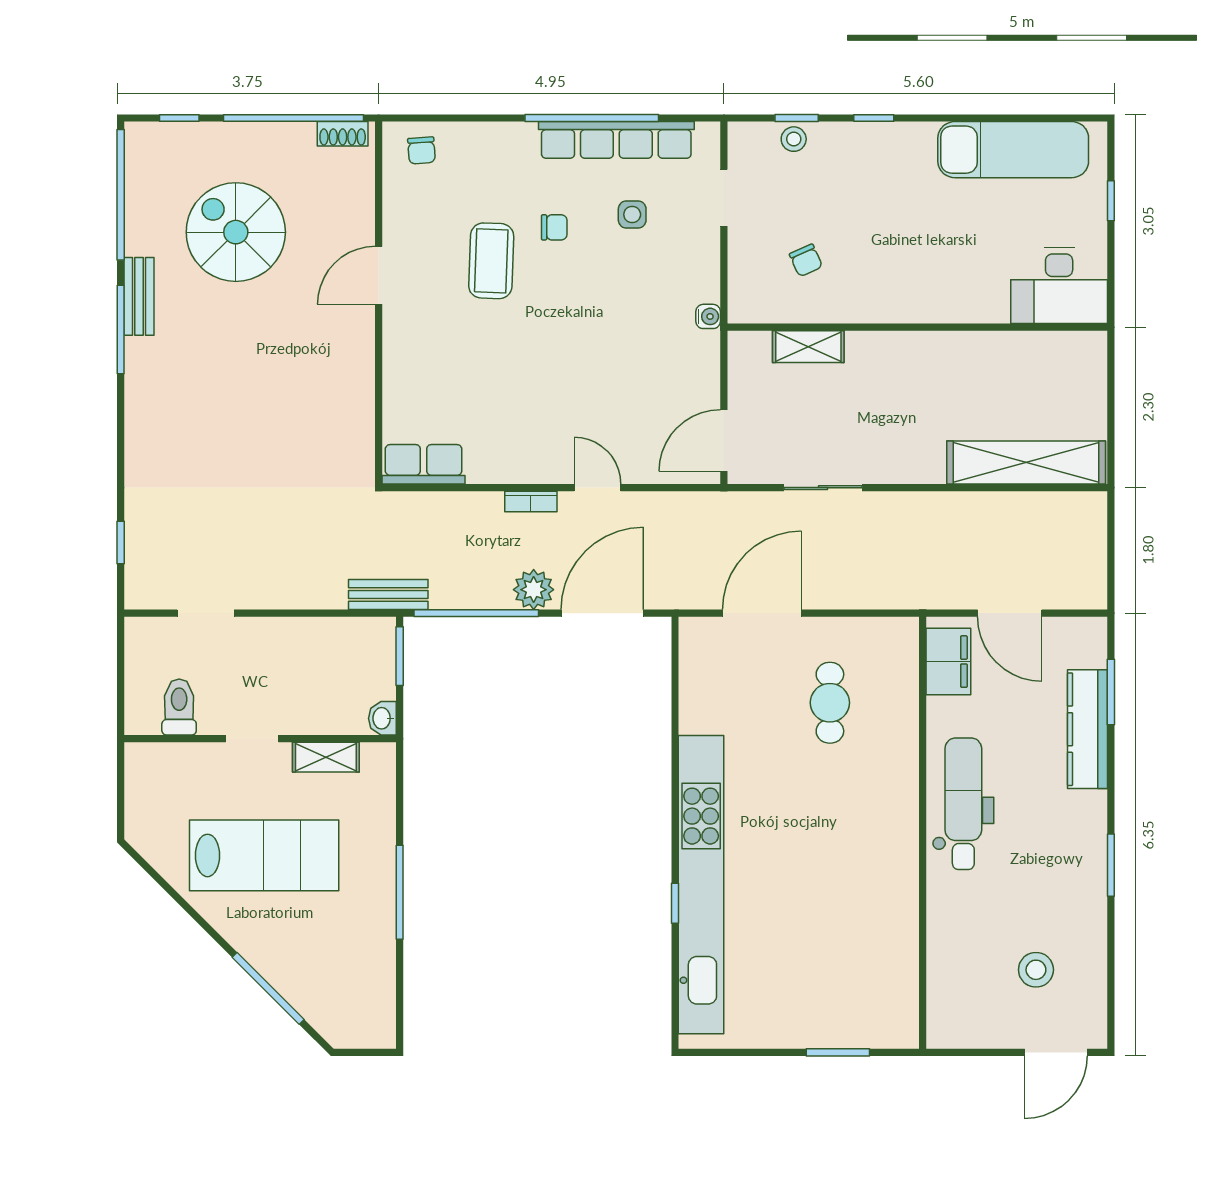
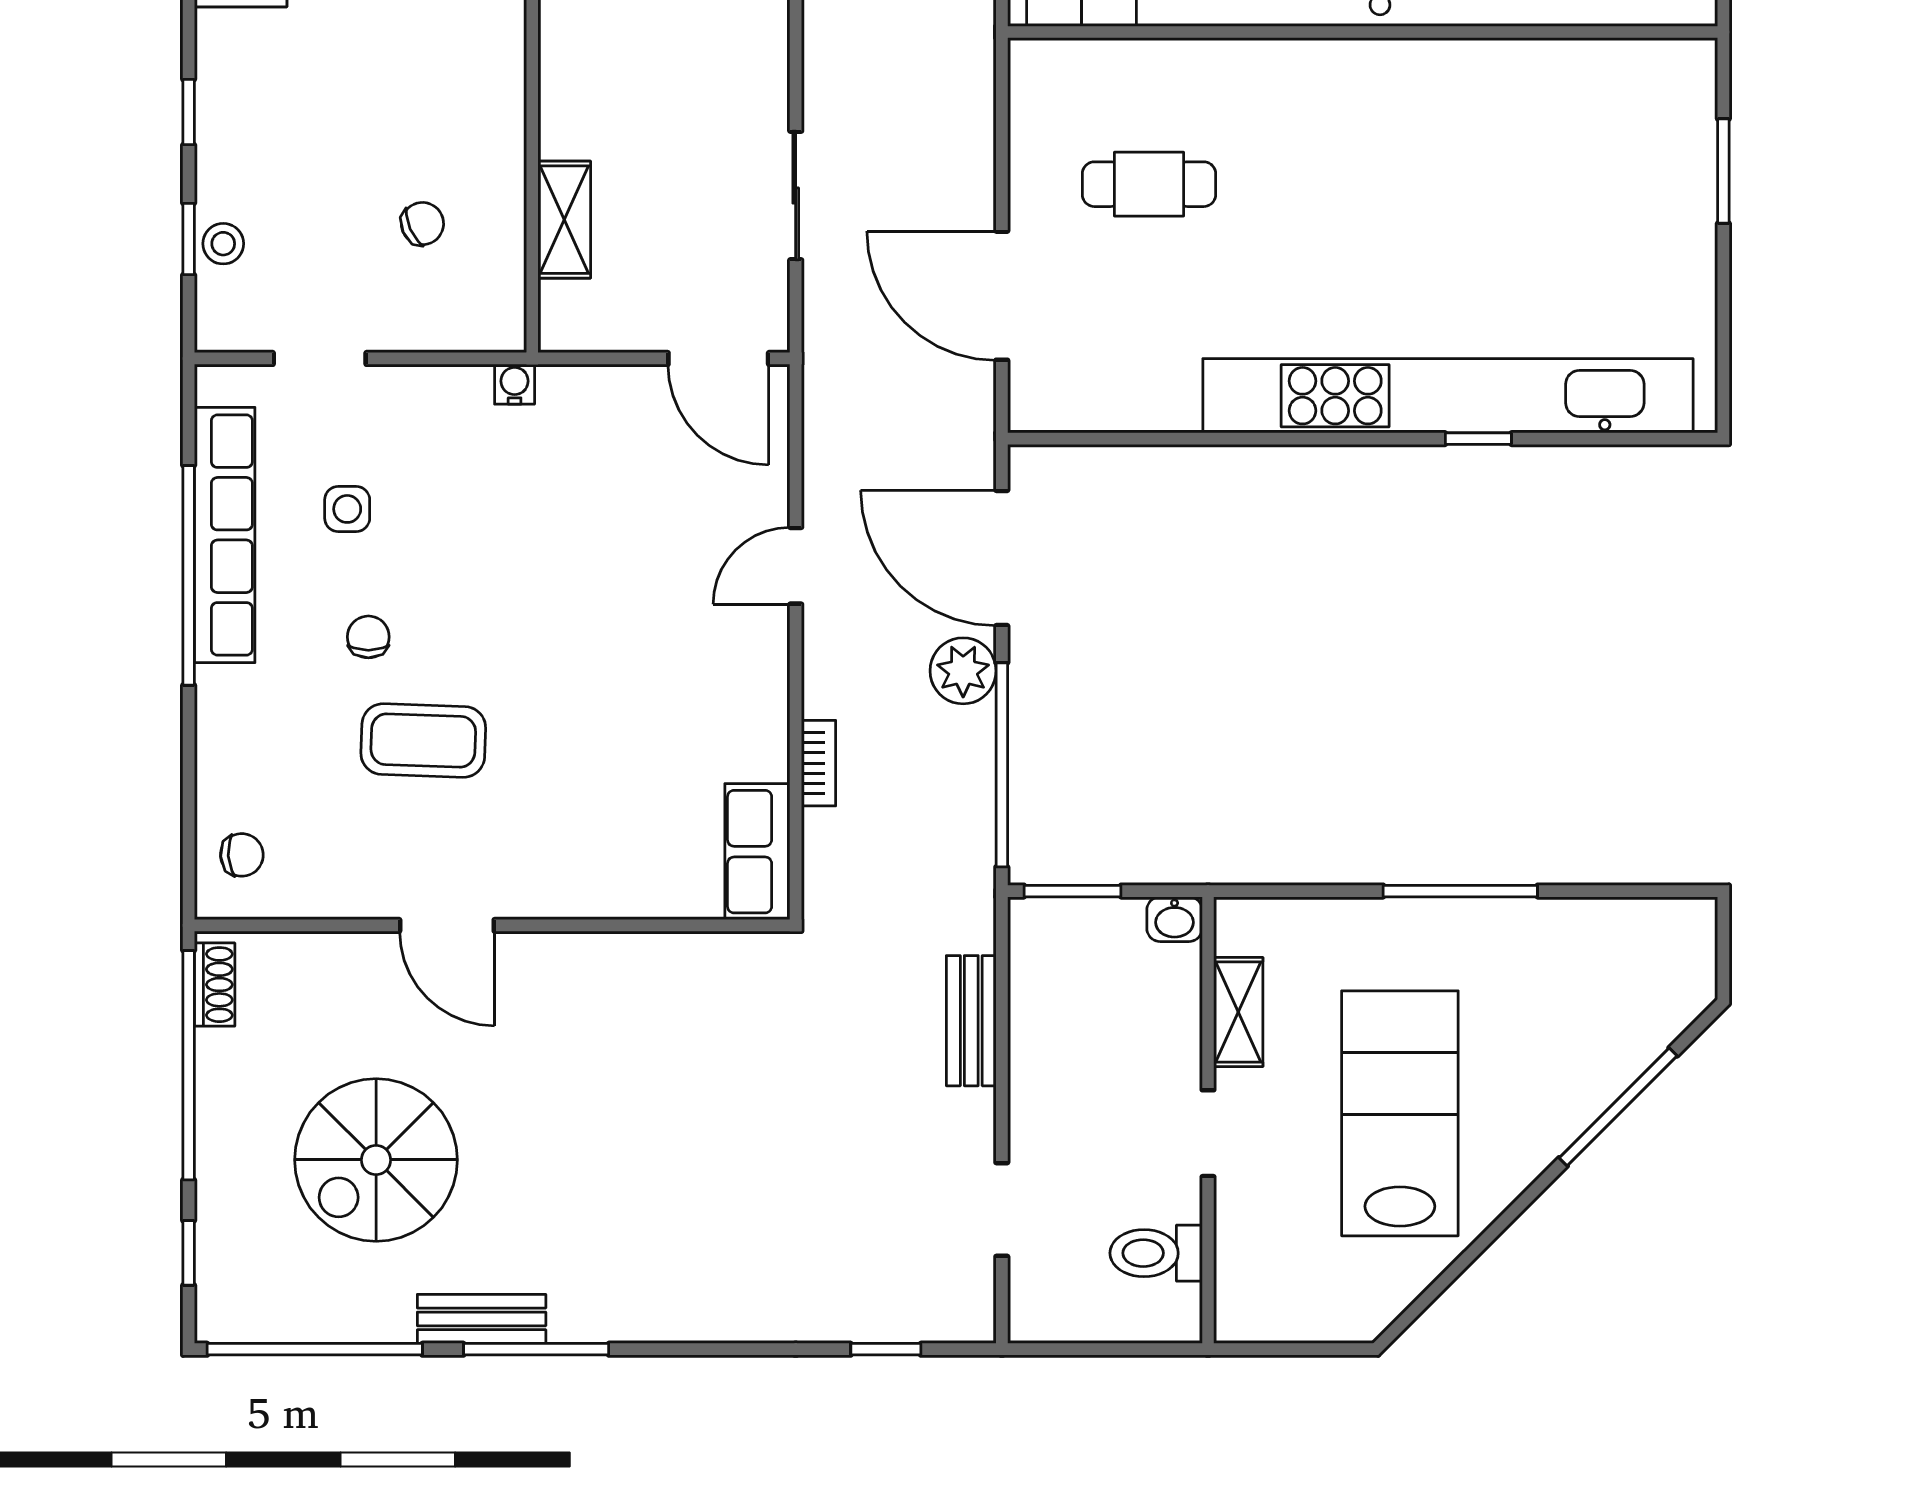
bookcase: (531, 502) -> (819, 763), moved
bench: (388, 594) -> (971, 1021), moved

